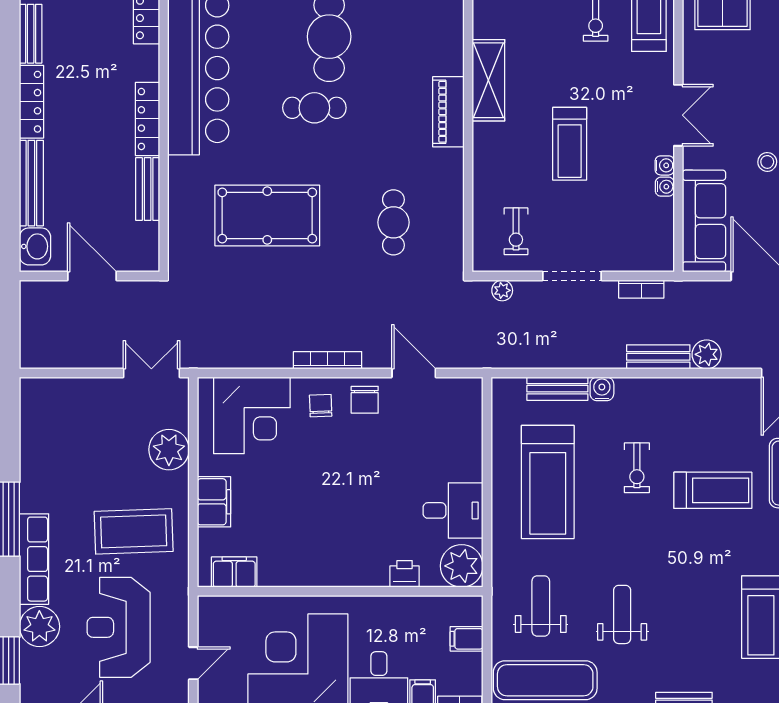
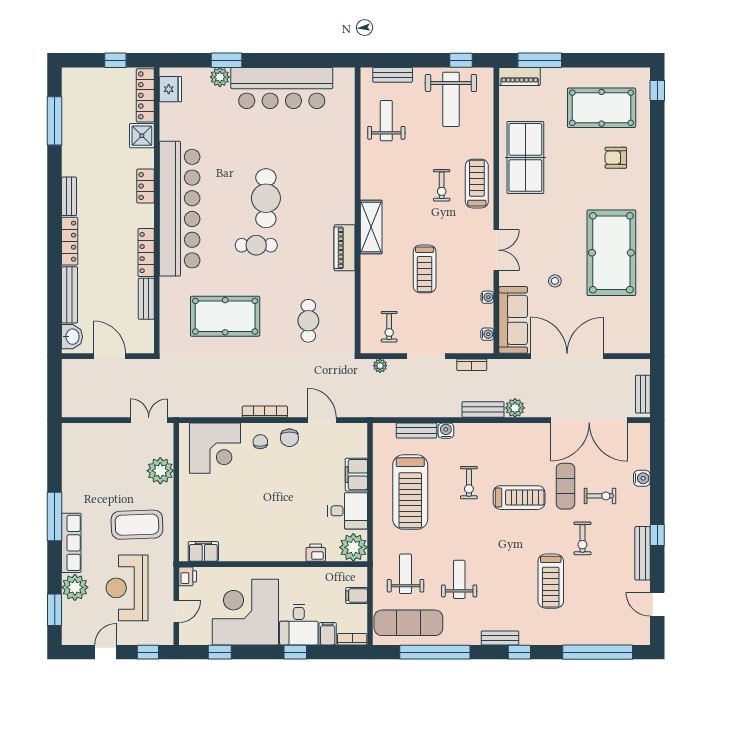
water cooler: (665, 165) -> (487, 334), moved
filing cabinet: (214, 502) -> (356, 475), moved, turned 180
printer: (210, 610) -> (188, 576), added

